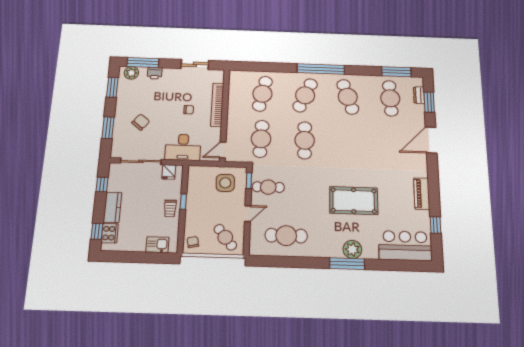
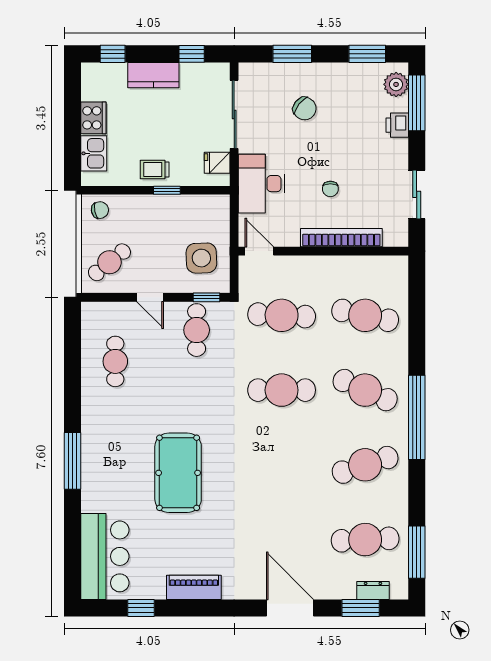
cooker: (110, 233) -> (93, 118), moved, turned -90
cafe table: (286, 236) -> (115, 361), width x0.73, depth x0.74
plant: (352, 249) -> (96, 470), removed

